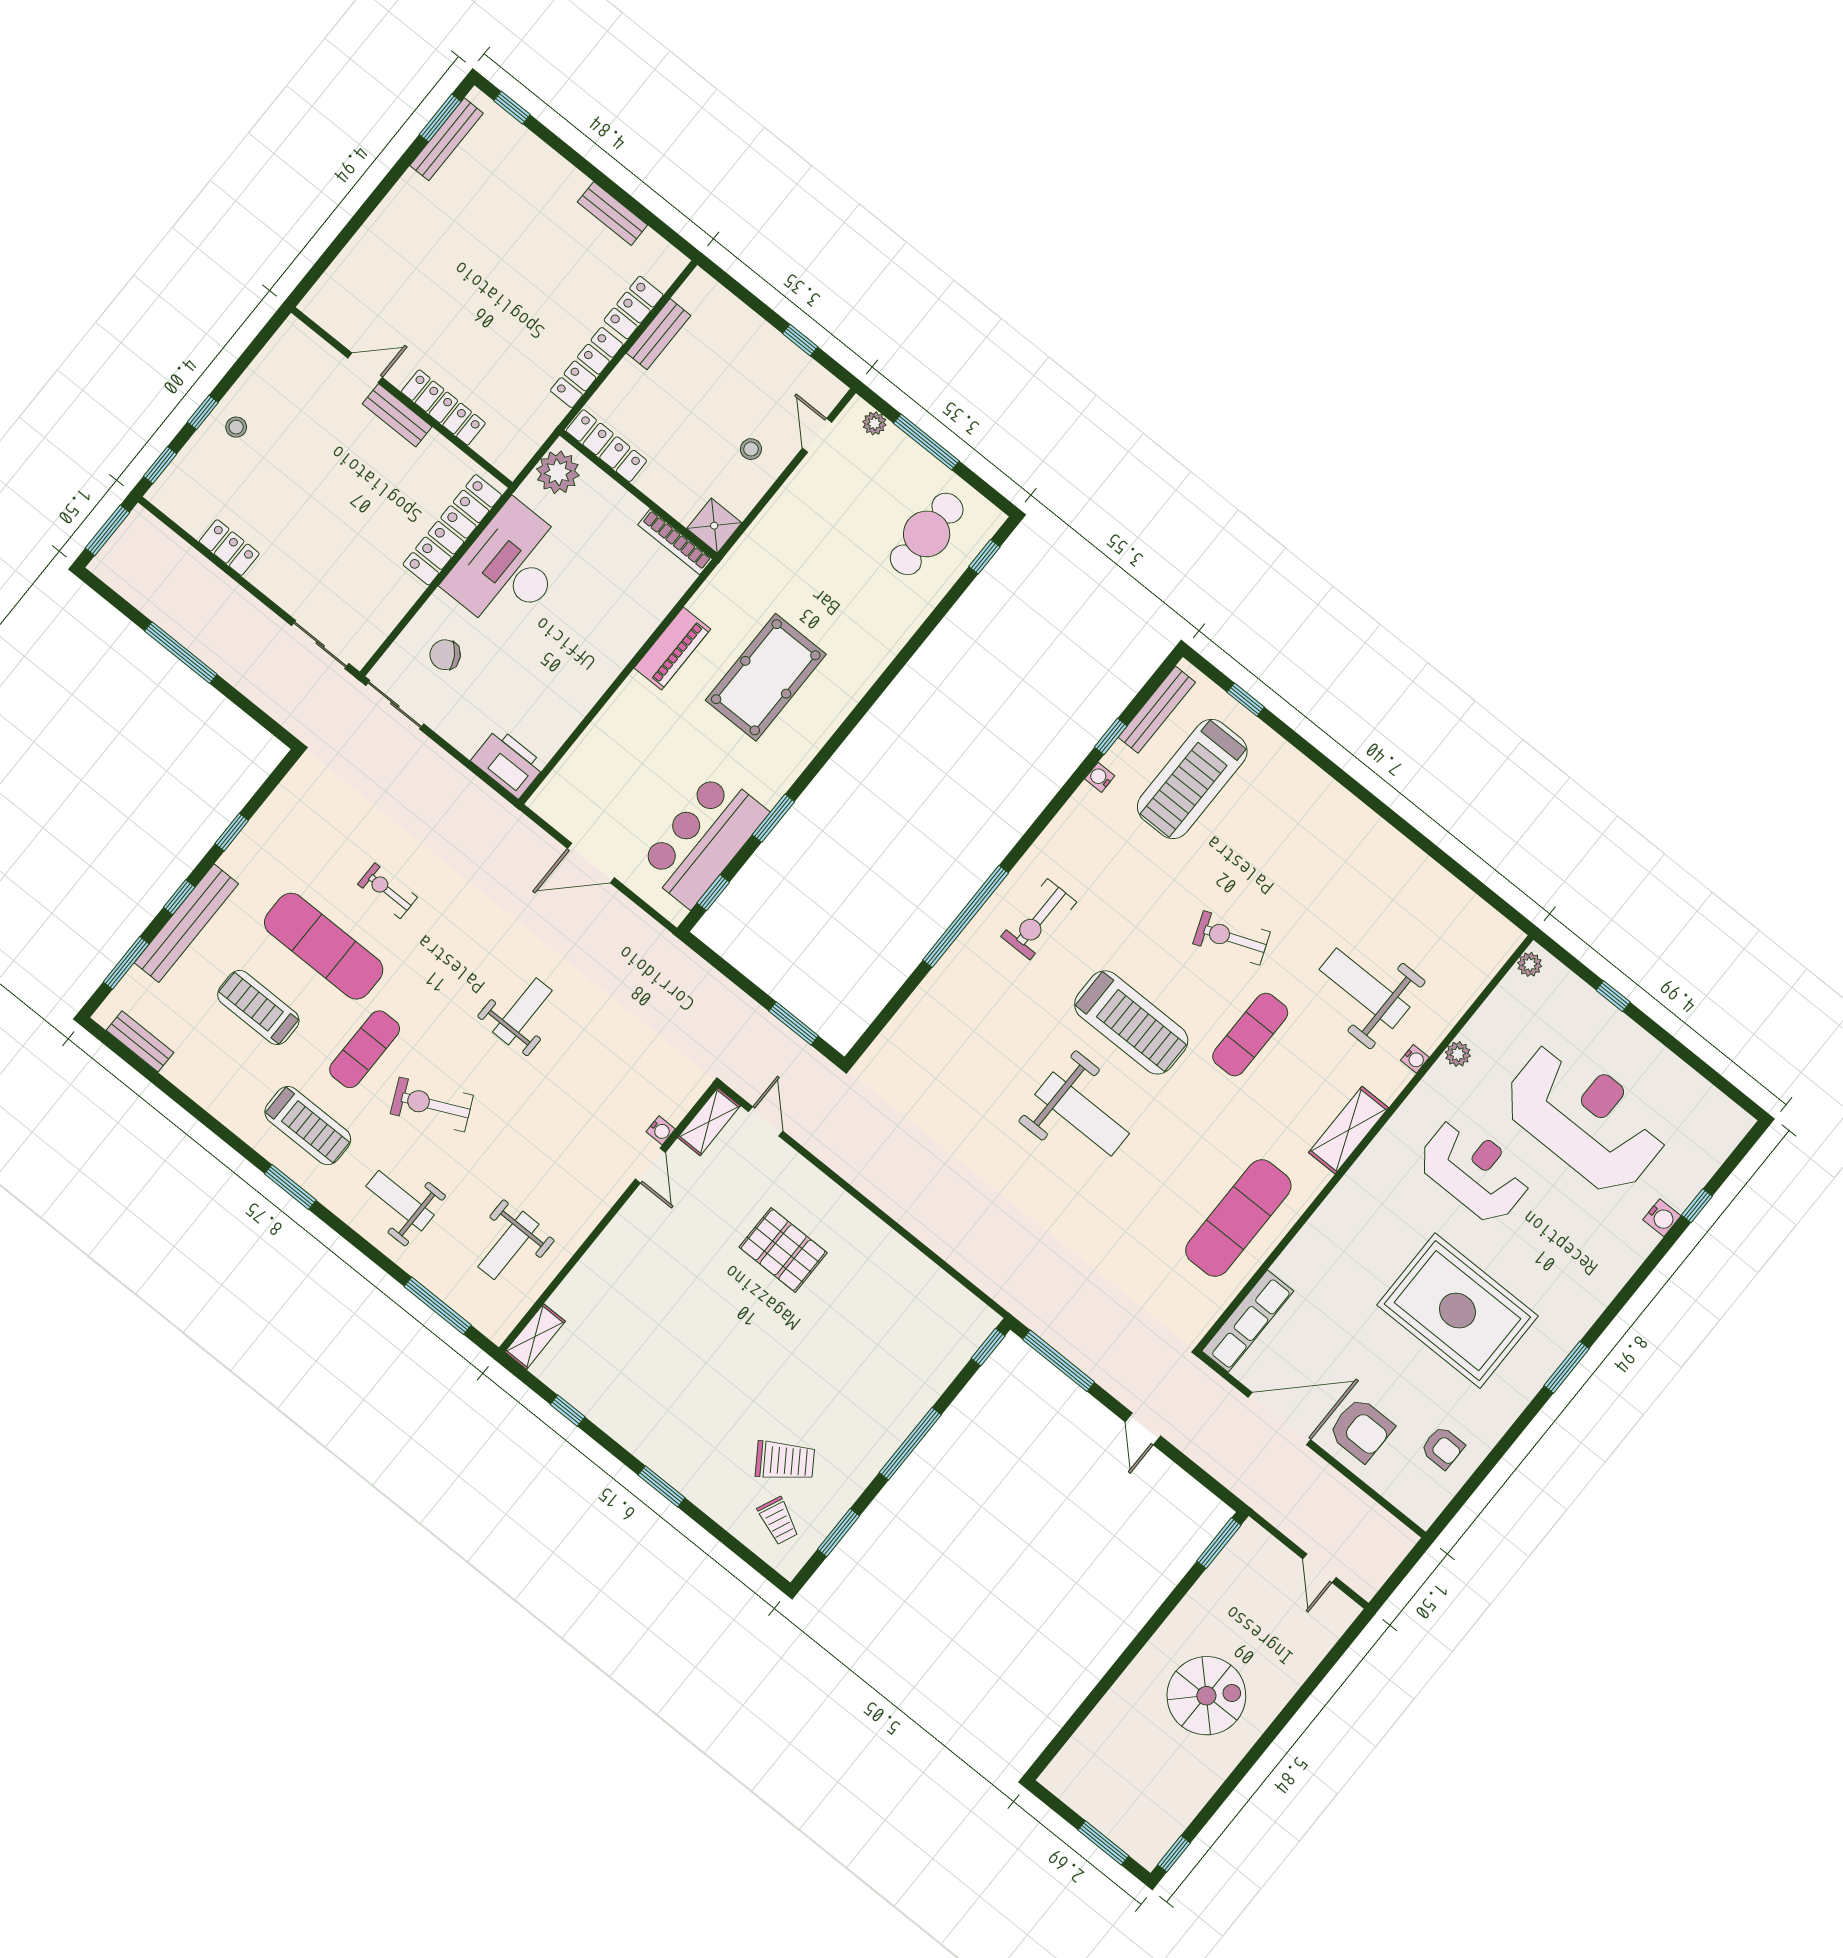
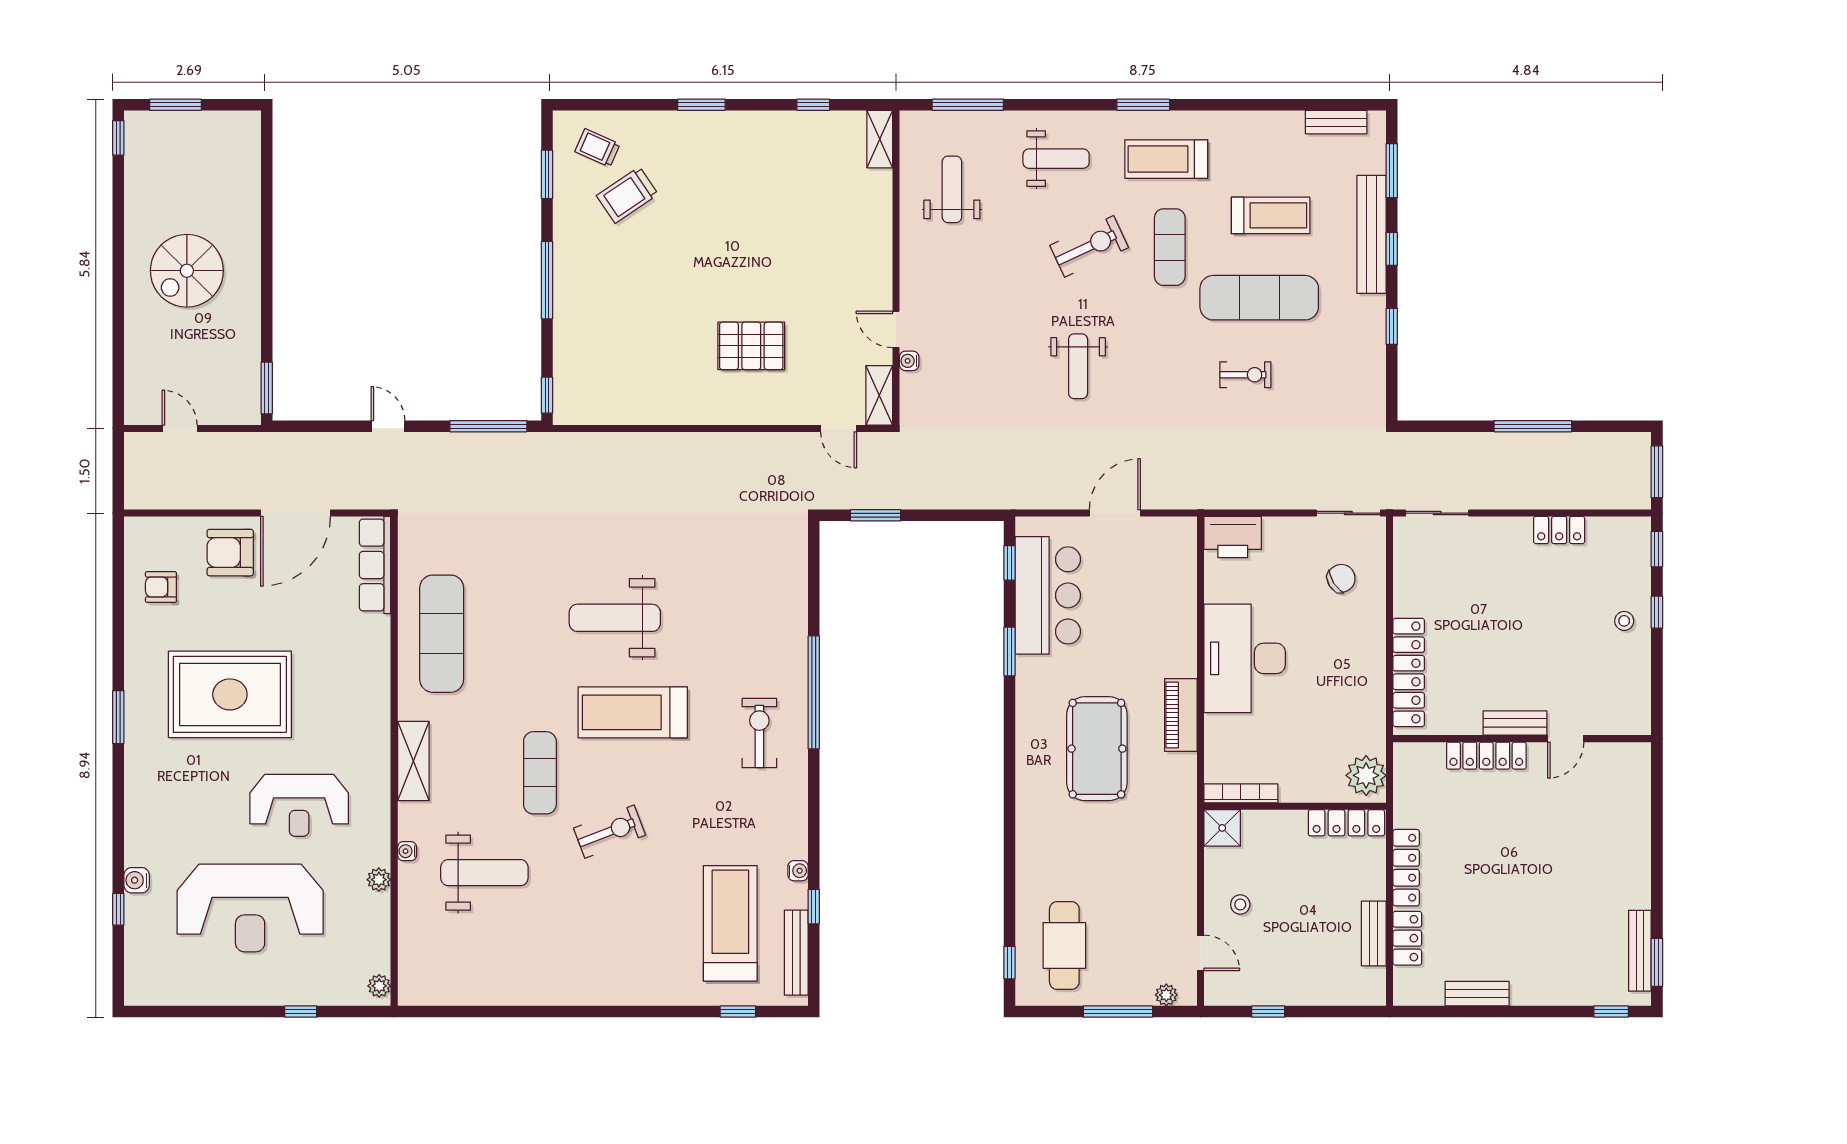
desk: (509, 568) -> (1245, 658), moved, turned 180

